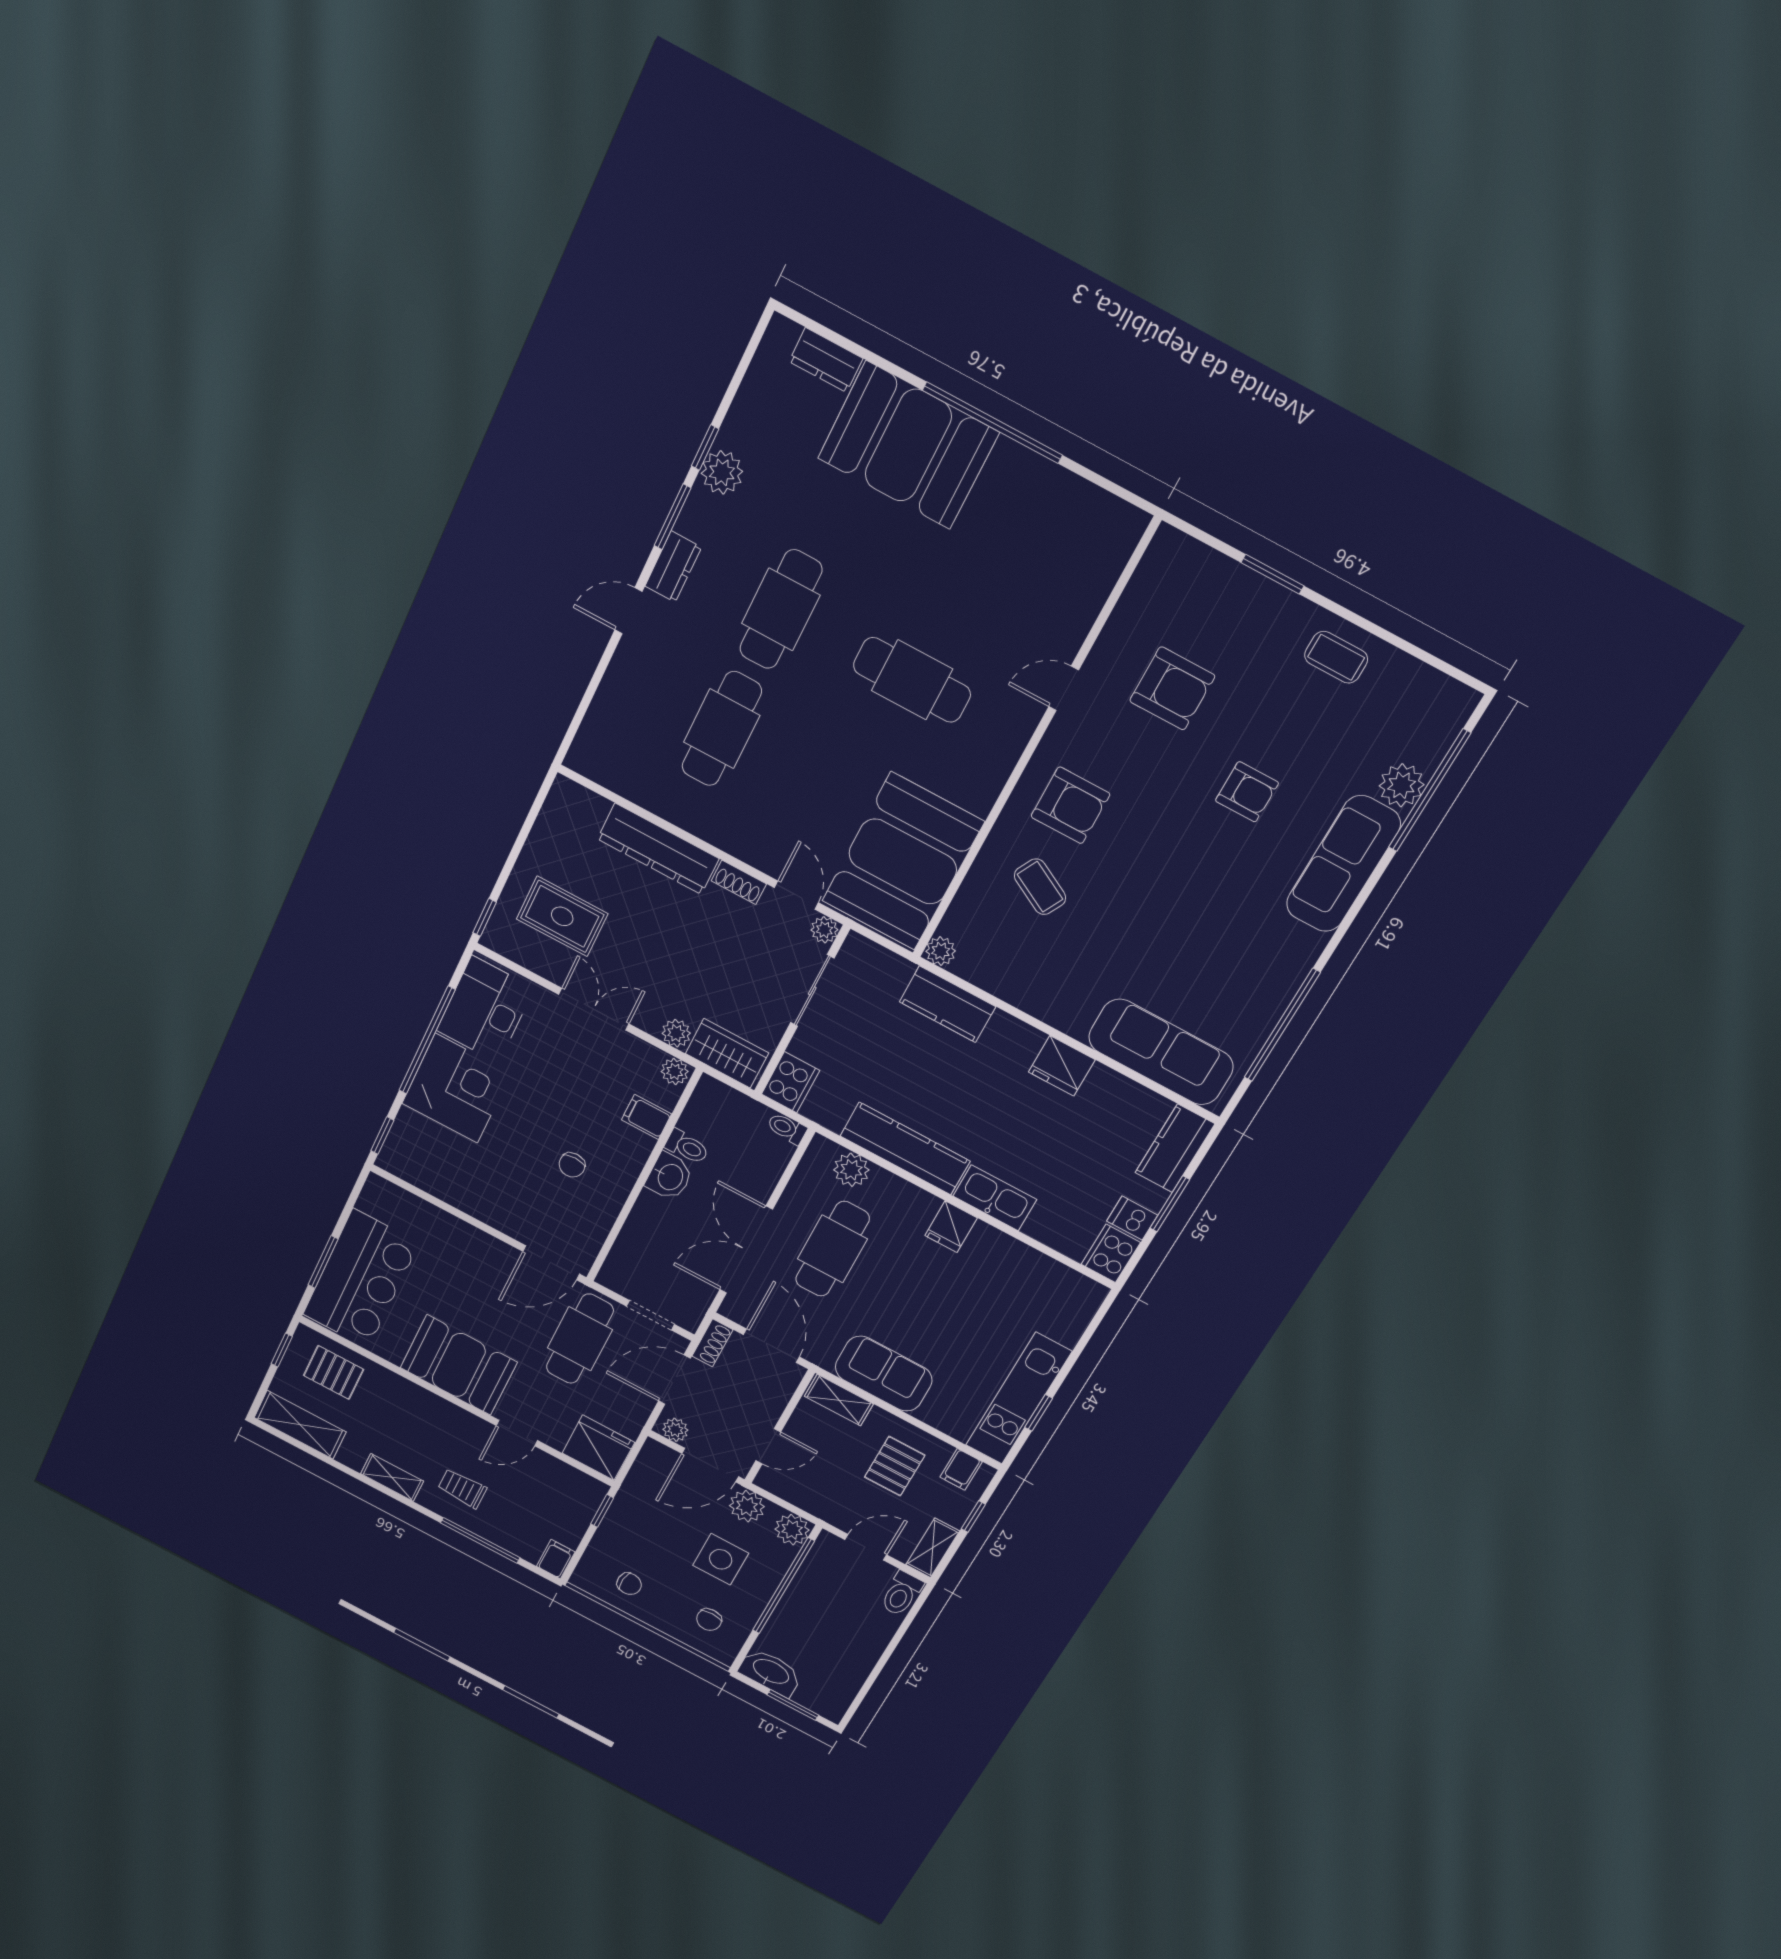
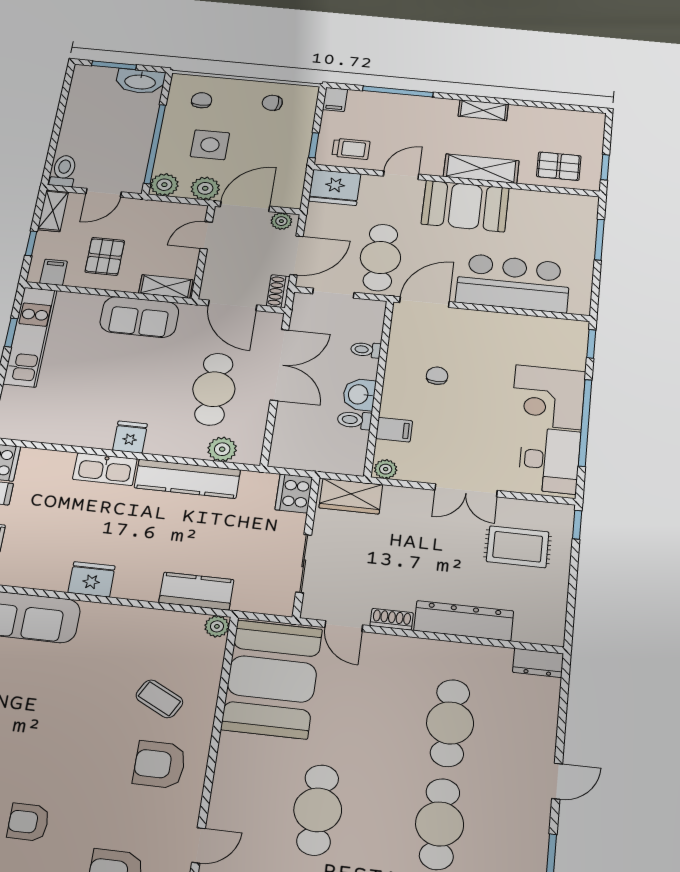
dresser: (673, 567) -> (538, 663), moved, turned -90
cafe table: (912, 680) -> (318, 810), turned 90
plant: (824, 930) -> (312, 609), removed
plant: (676, 1033) -> (396, 496), removed
toilet: (787, 1128) -> (366, 350), moved, turned 180
bar counter: (361, 1279) -> (513, 283), moved, turned 90
shelving: (300, 1425) -> (481, 169), moved
trolley: (462, 1488) -> (351, 149), moved

